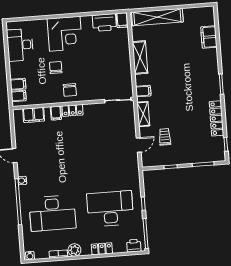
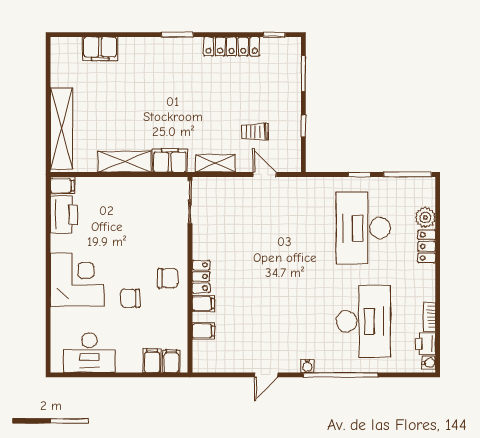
filing cabinet: (143, 91) -> (170, 160), width x2.00
filing cabinet: (34, 115) -> (203, 331), width x0.50
printer: (134, 246) -> (426, 344), moved
plant: (74, 250) -> (425, 217), moved

